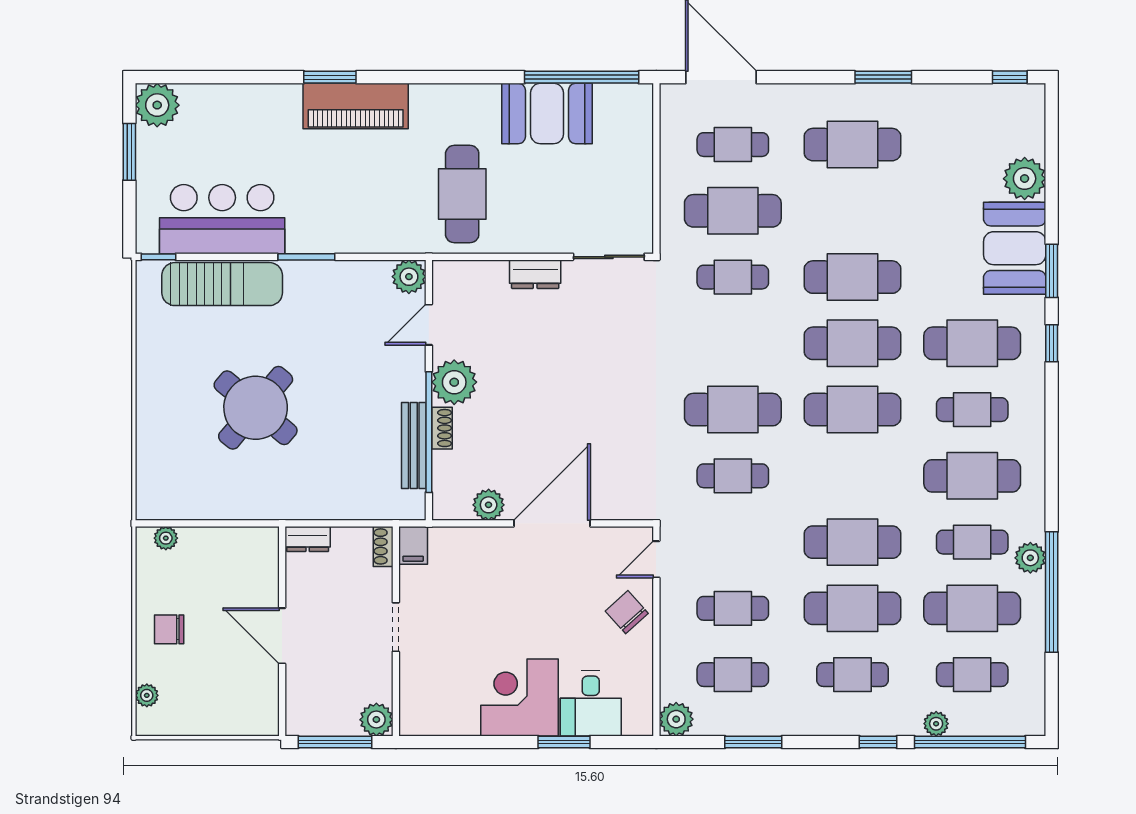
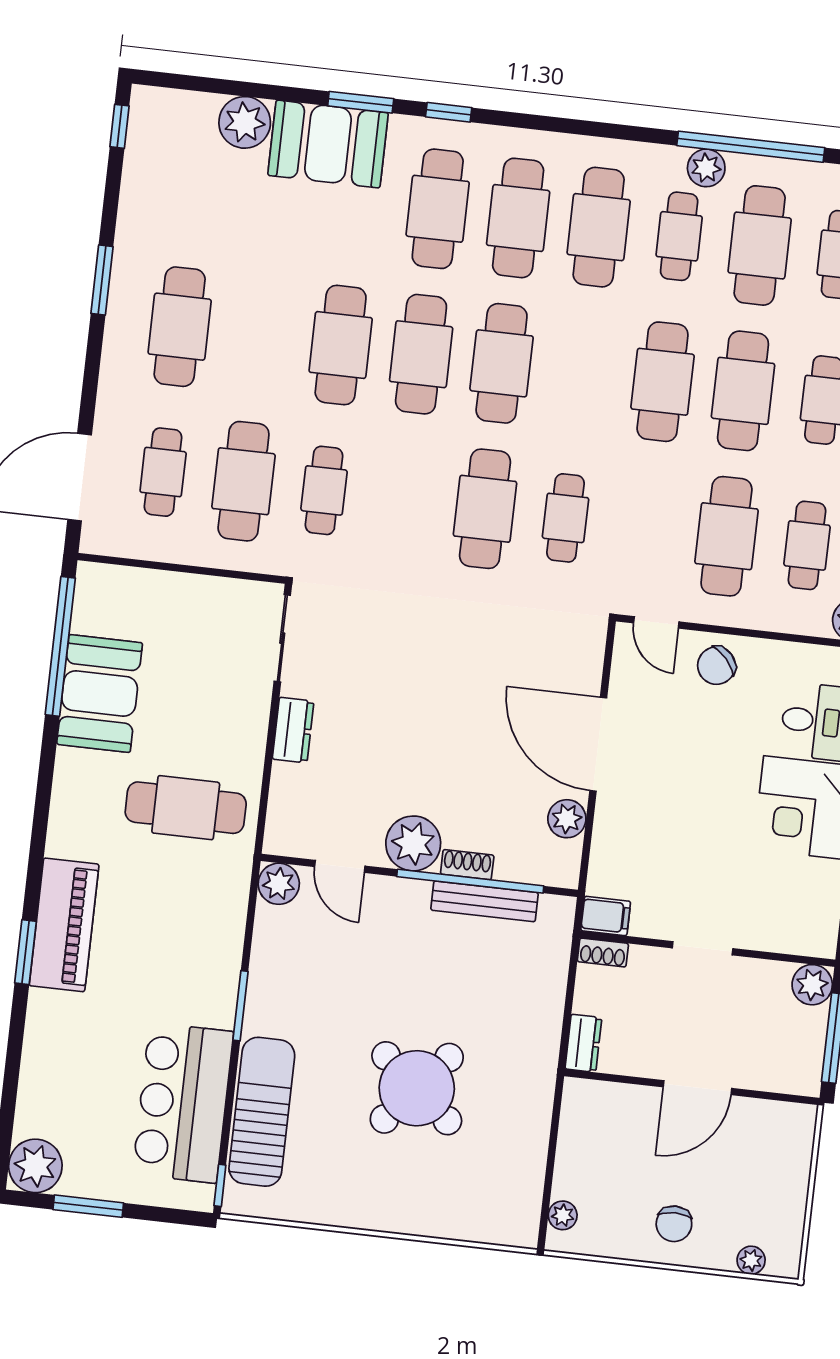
cafe table: (972, 410) -> (518, 218), width x1.37, depth x1.35
cafe table: (733, 608) -> (726, 536), width x1.37, depth x1.35

